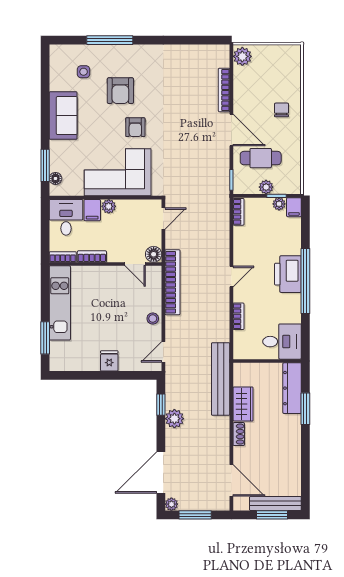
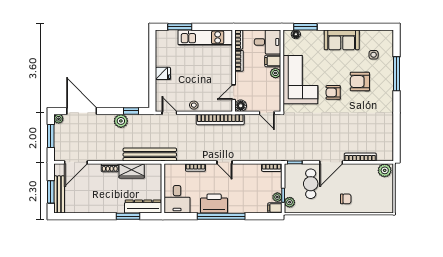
plant: (266, 187) -> (290, 202), moved
printer: (288, 274) -> (214, 204), moved

